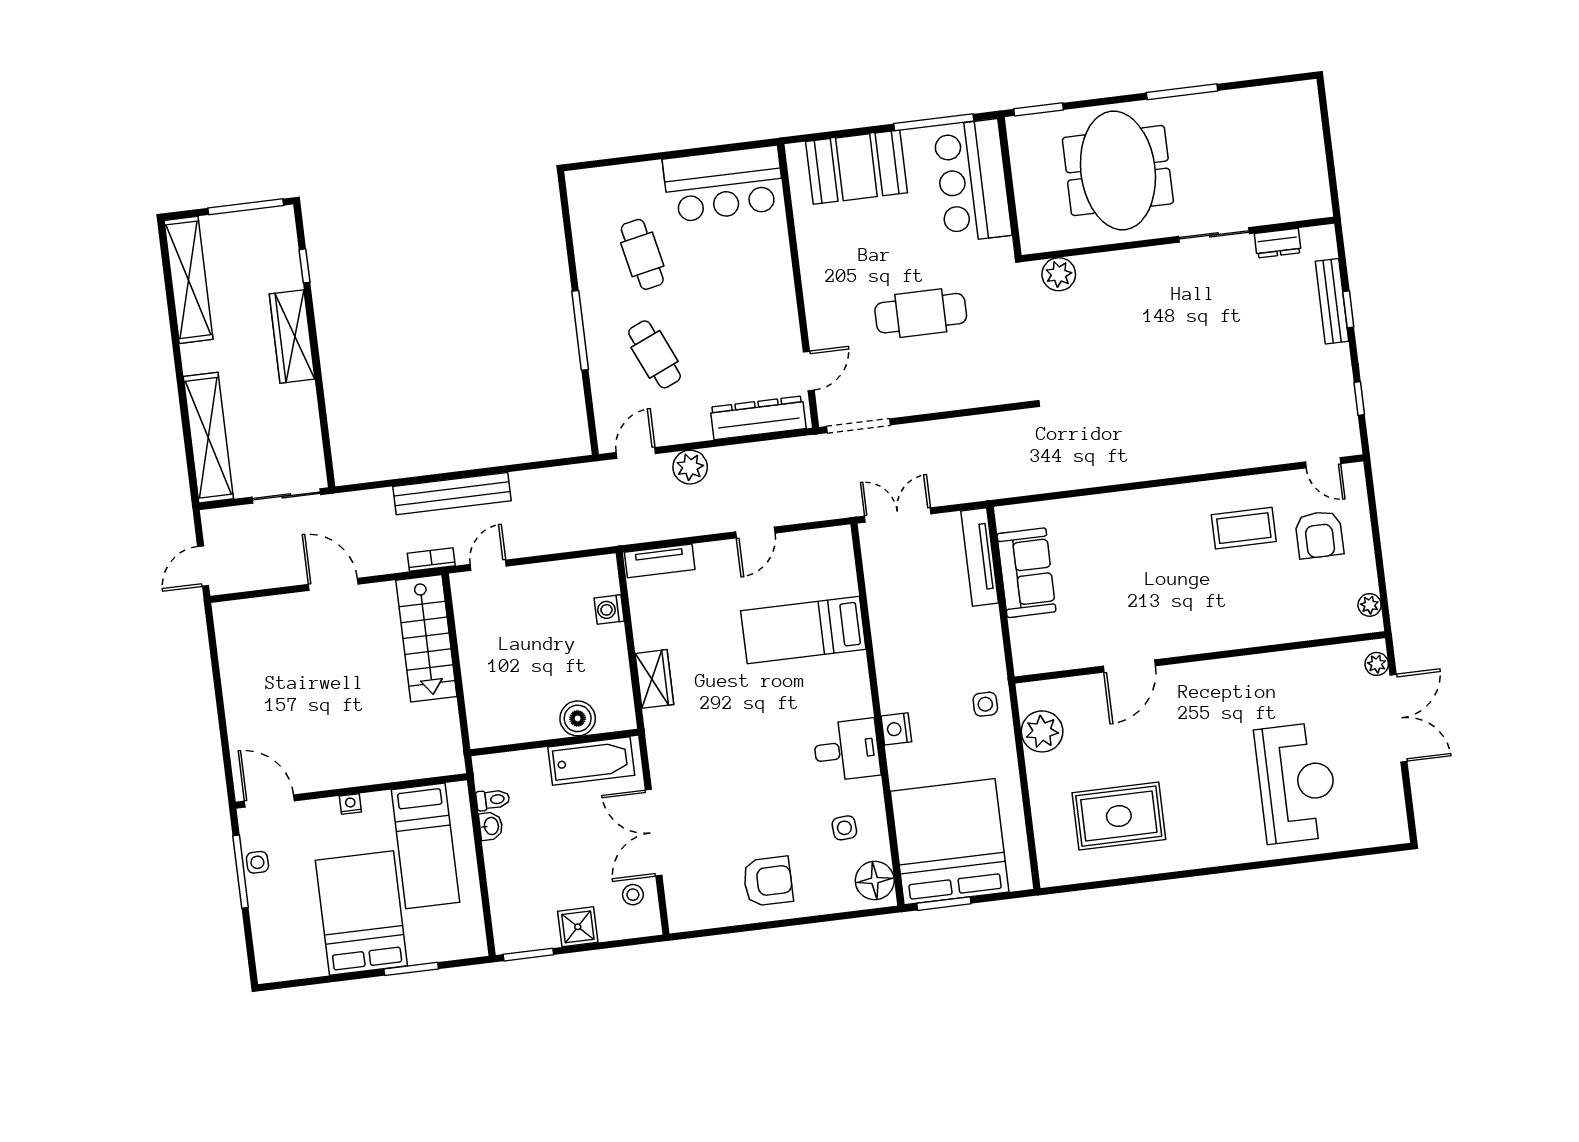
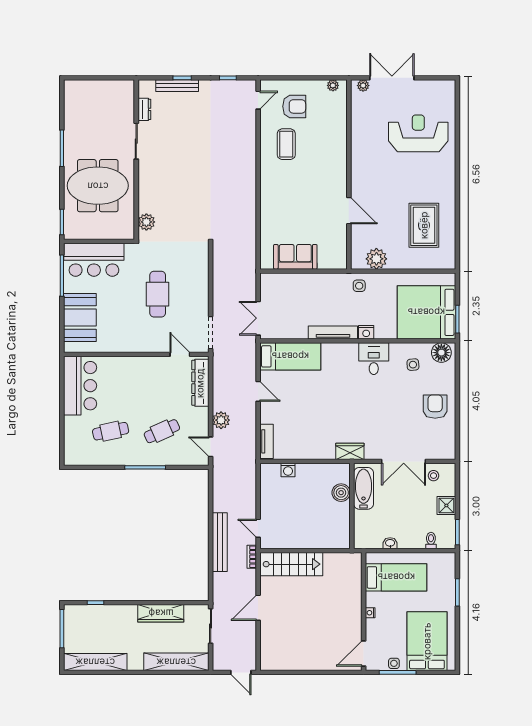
wardrobe: (292, 336) -> (161, 613), moved
tv unit: (980, 557) -> (333, 333), moved, turned 180
bed: (803, 630) -> (290, 356), moved, turned -90
wardrobe: (654, 679) -> (350, 451), moved
toilet: (493, 800) -> (431, 540), moved
bed: (361, 913) -> (427, 641), moved, turned 90

